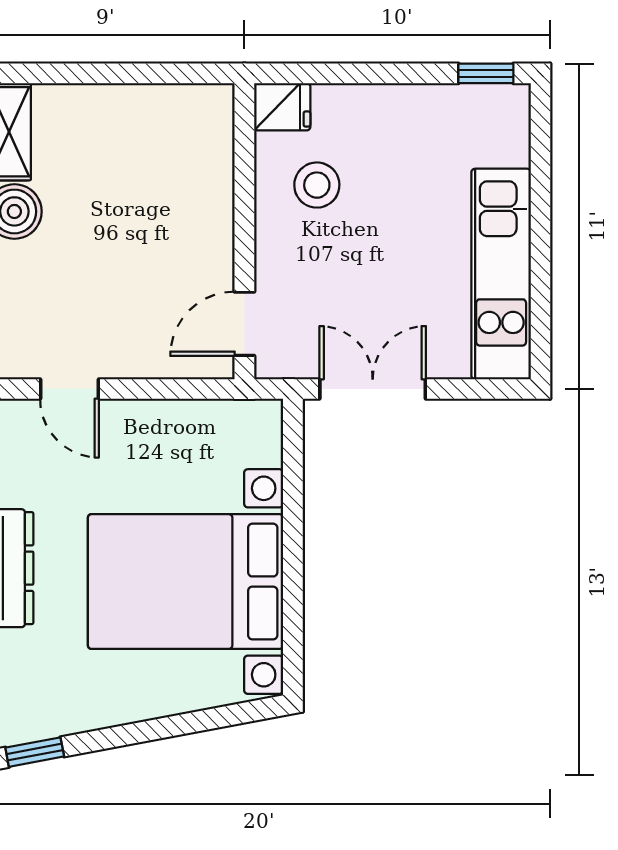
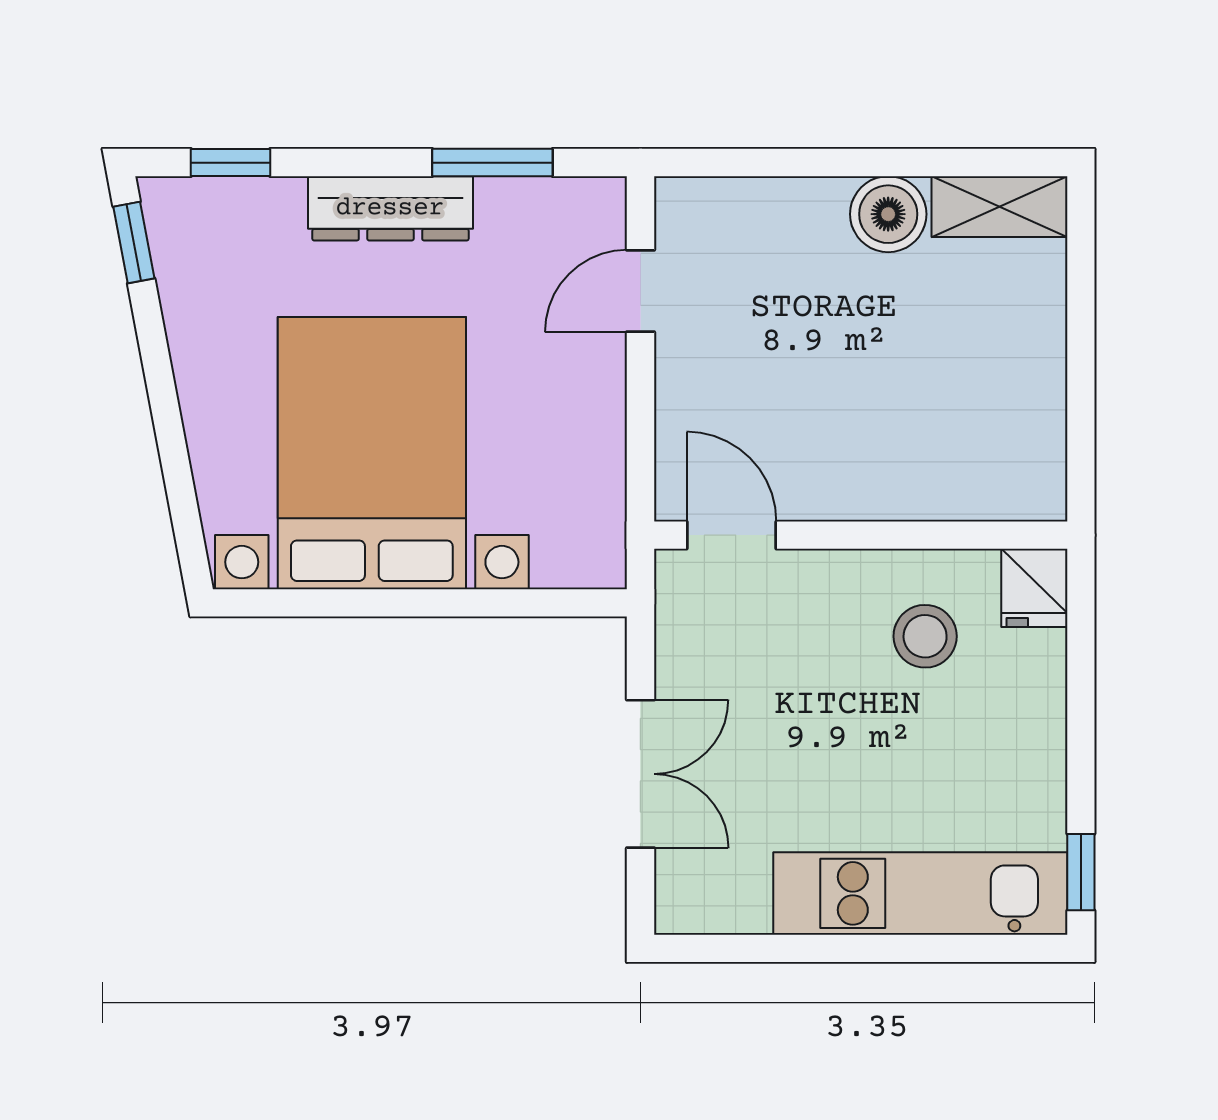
kitchen unit: (501, 274) -> (920, 893), moved
double door: (373, 389) -> (640, 774), moved

